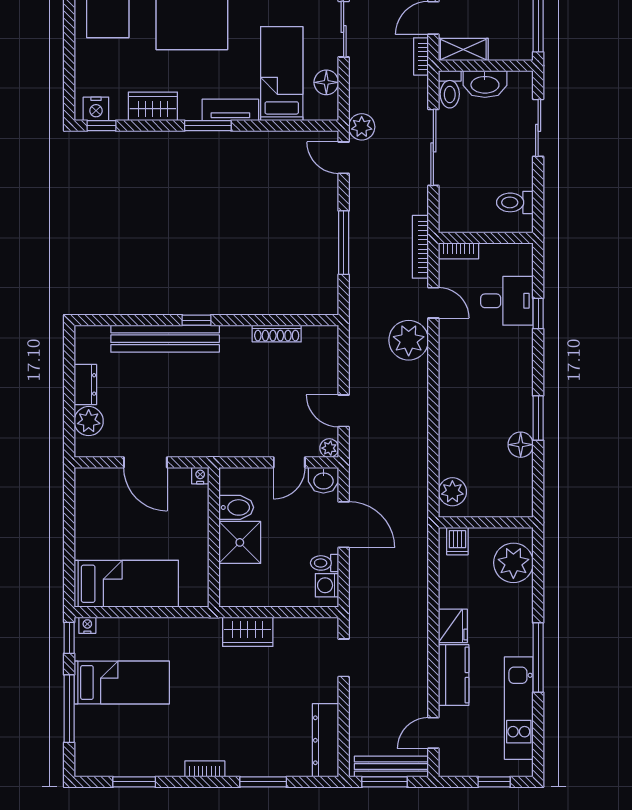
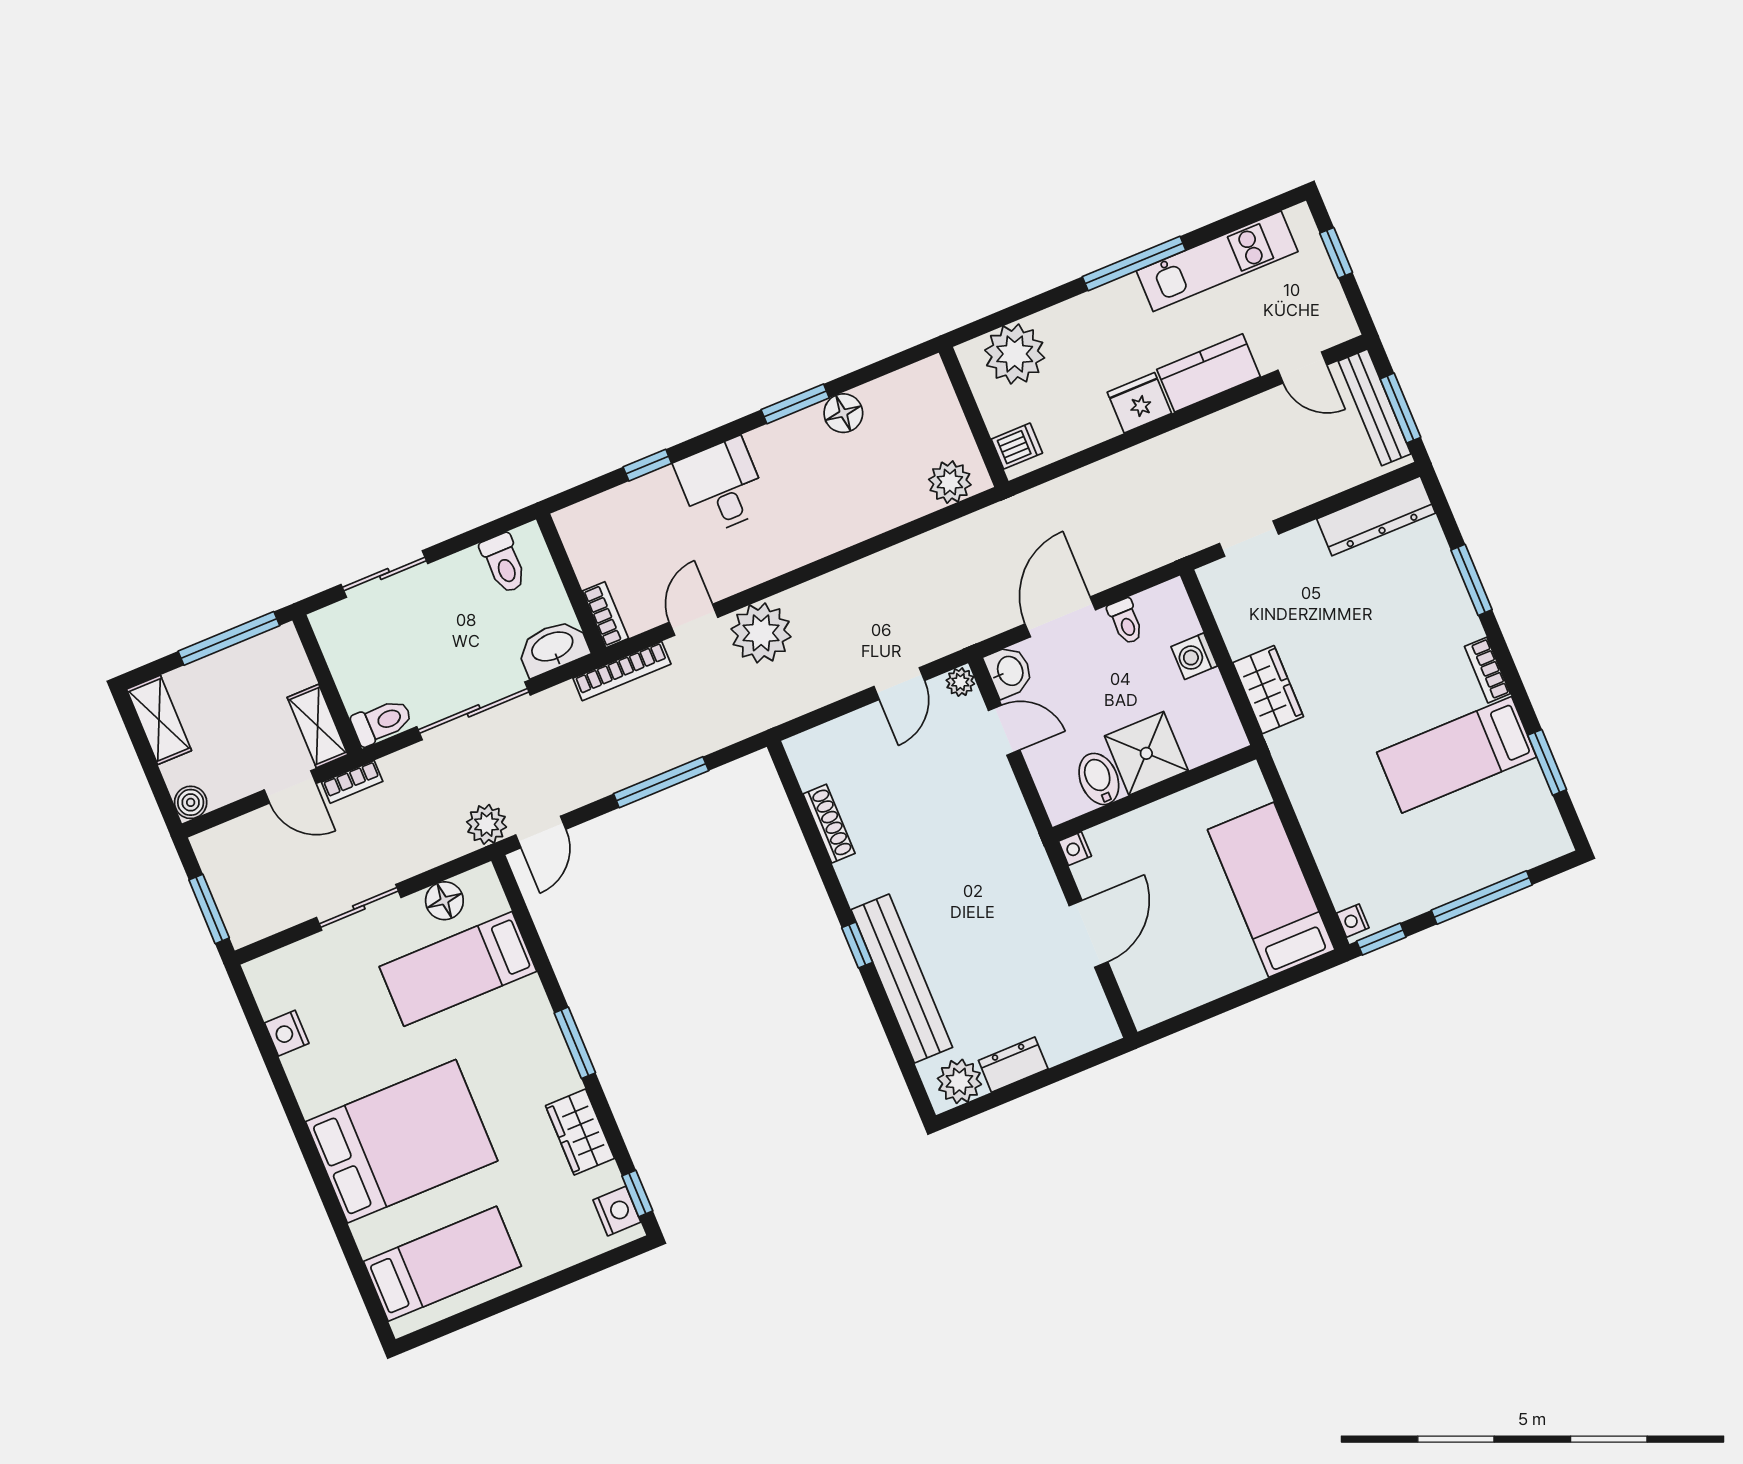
washbasin: (485, 84) -> (553, 648), moved, turned -90
tv unit: (230, 110) -> (539, 1020), removed
desk: (507, 301) -> (722, 486), moved
plant: (89, 421) -> (959, 1081), moved
washing machine: (327, 585) -> (1194, 656), moved, turned 90
bed: (122, 682) -> (1457, 755), moved, turned -90

